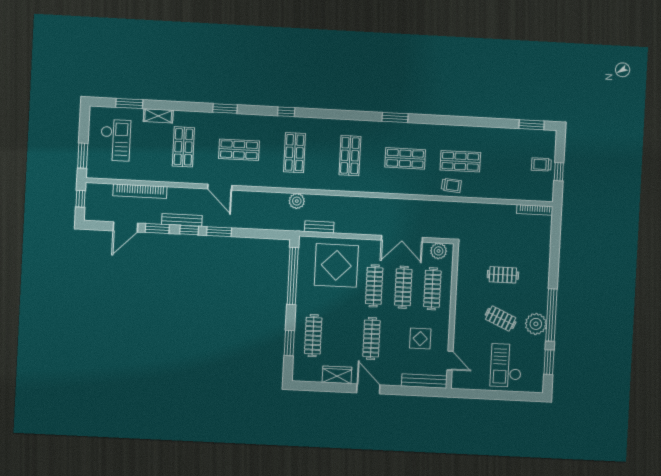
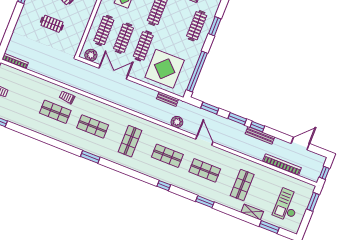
shop shelf: (295, 153) -> (167, 156), turned 90
door: (220, 187) -> (204, 141), moved
window: (157, 229) -> (210, 108), moved

